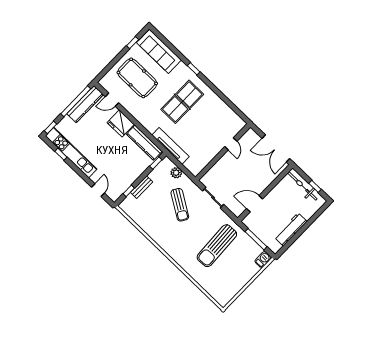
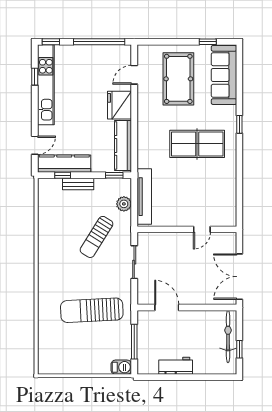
door: (112, 100) -> (134, 75), hinge flipped
kitchen counter: (85, 104) -> (64, 164), moved, turned 180
tv unit: (171, 146) -> (144, 197), moved
workbench: (291, 229) -> (176, 366), width x0.73

